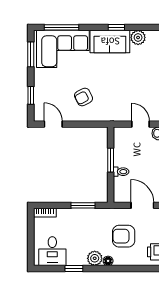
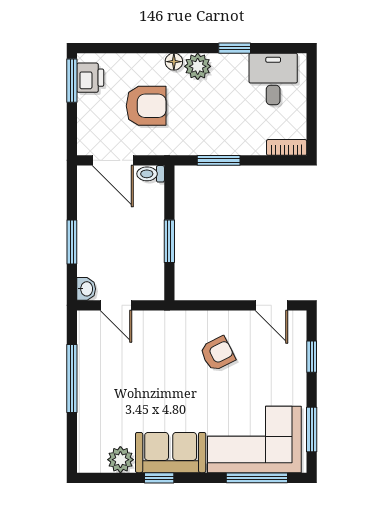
toilet: (121, 172) -> (151, 174), moved

